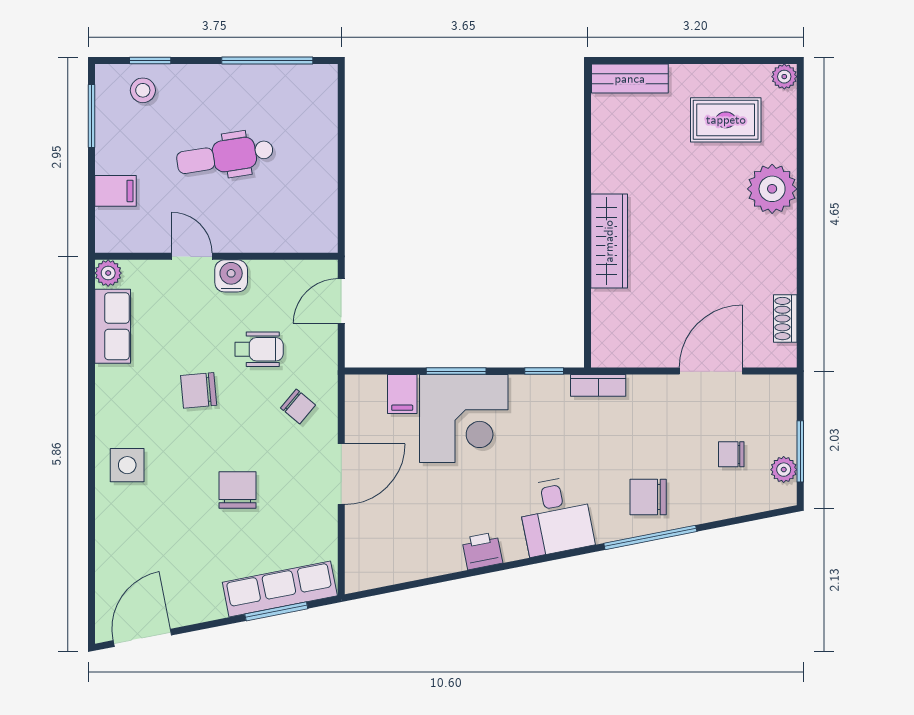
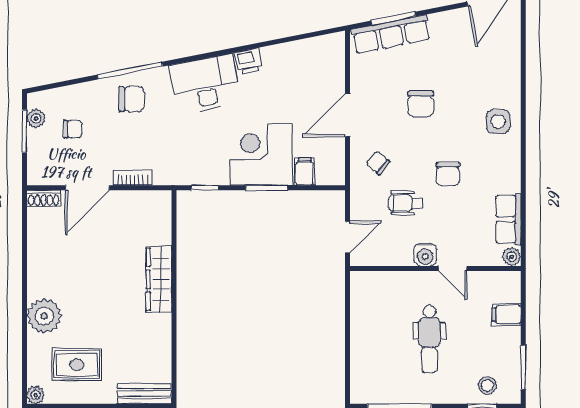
dental chair: (225, 156) -> (429, 339), turned 99
shoe rack: (785, 319) -> (44, 198), moved, turned 90
bookcase: (598, 385) -> (133, 178), moved
chair: (199, 390) -> (448, 174), turned 95
desk: (556, 516) -> (205, 84), width x1.37

